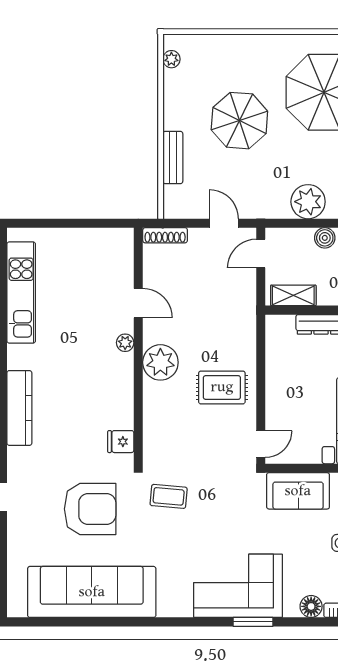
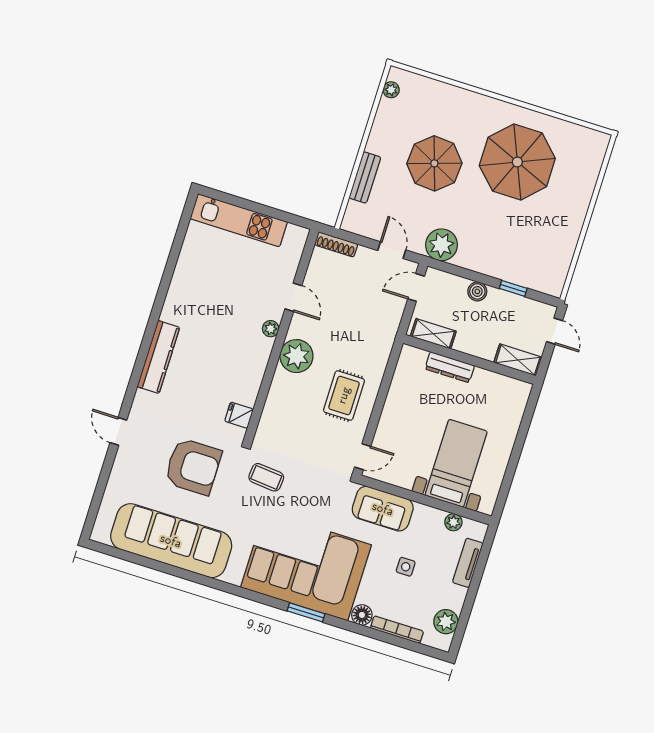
plant: (308, 202) -> (442, 245), moved
kitchen unit: (21, 293) -> (239, 220), moved, turned 90
rug: (222, 387) -> (344, 395), turned 90
corner sofa: (238, 586) -> (306, 566), width x1.36, depth x1.36

